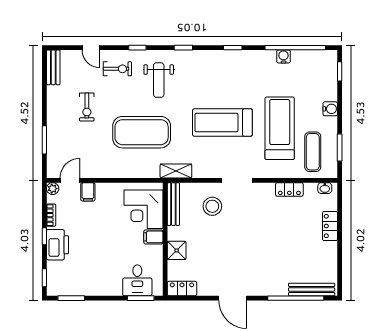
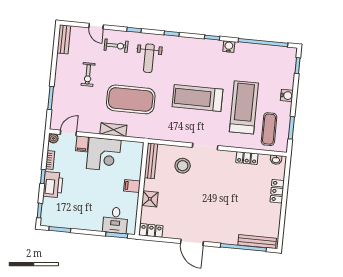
water cooler: (284, 56) -> (229, 47), moved
shelving: (176, 171) -> (113, 130), moved
corner desk: (143, 209) -> (104, 154), moved, turned -90

